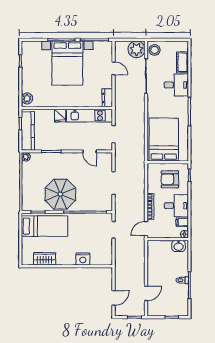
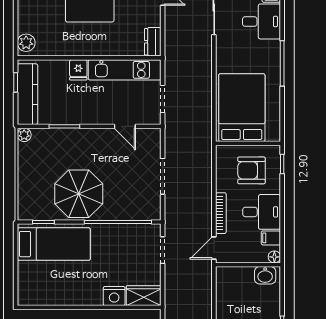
wardrobe: (45, 259) -> (144, 296), moved

